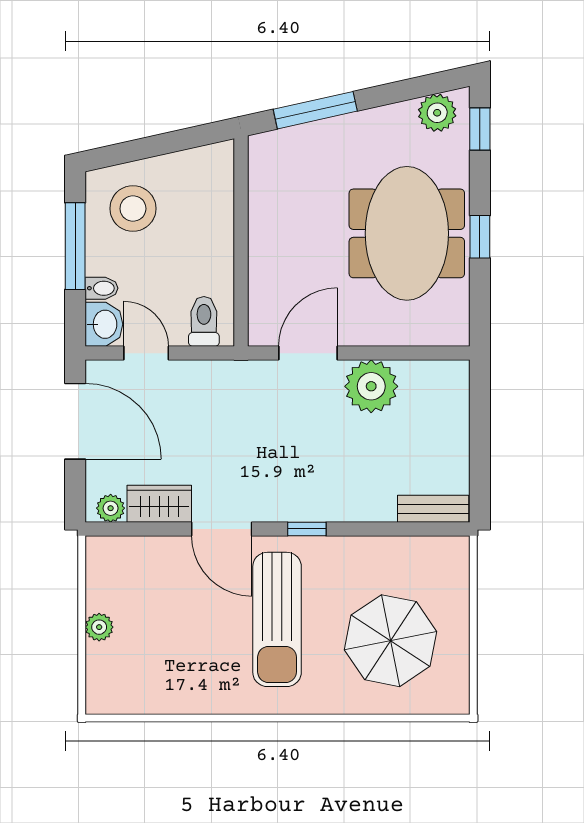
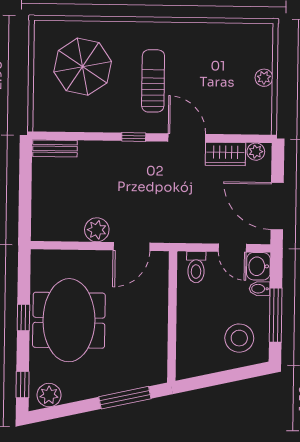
plant: (371, 386) -> (97, 230), width x0.73, depth x0.73
sun lounger: (277, 619) -> (153, 81), width x0.73, depth x0.75

